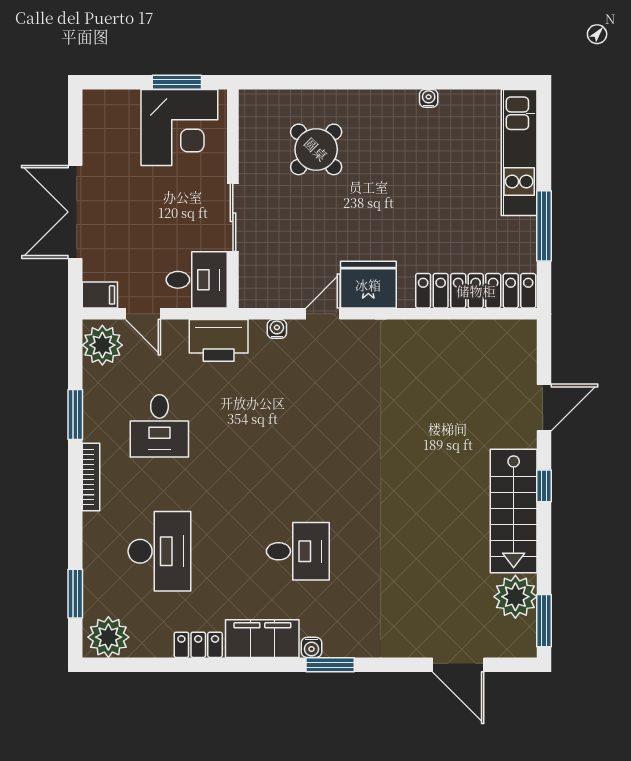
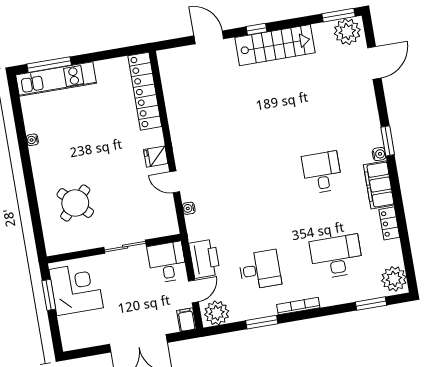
window: (544, 226) -> (49, 65), moved
fridge: (368, 285) -> (156, 157), width x0.53, depth x0.75
printer: (219, 340) -> (205, 259), moved
plant: (515, 597) -> (347, 32), moved

